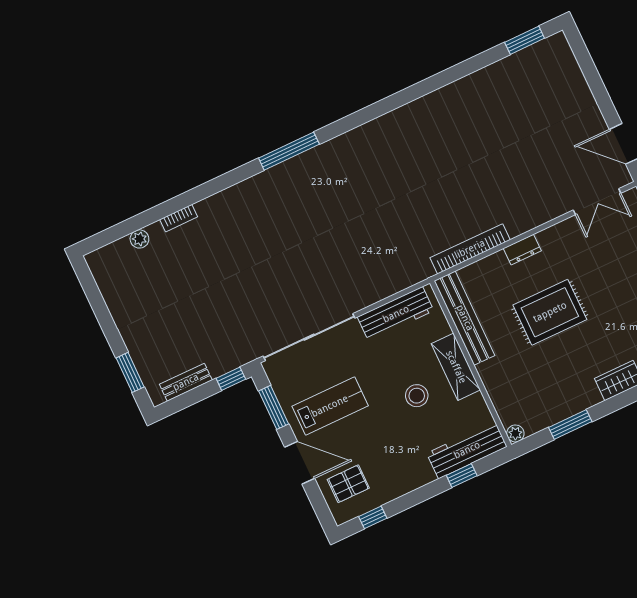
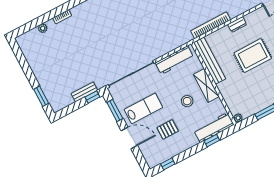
bench: (186, 382) -> (84, 92), moved
pallet: (348, 484) -> (168, 129), moved

